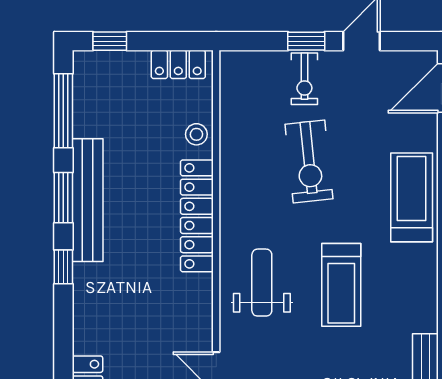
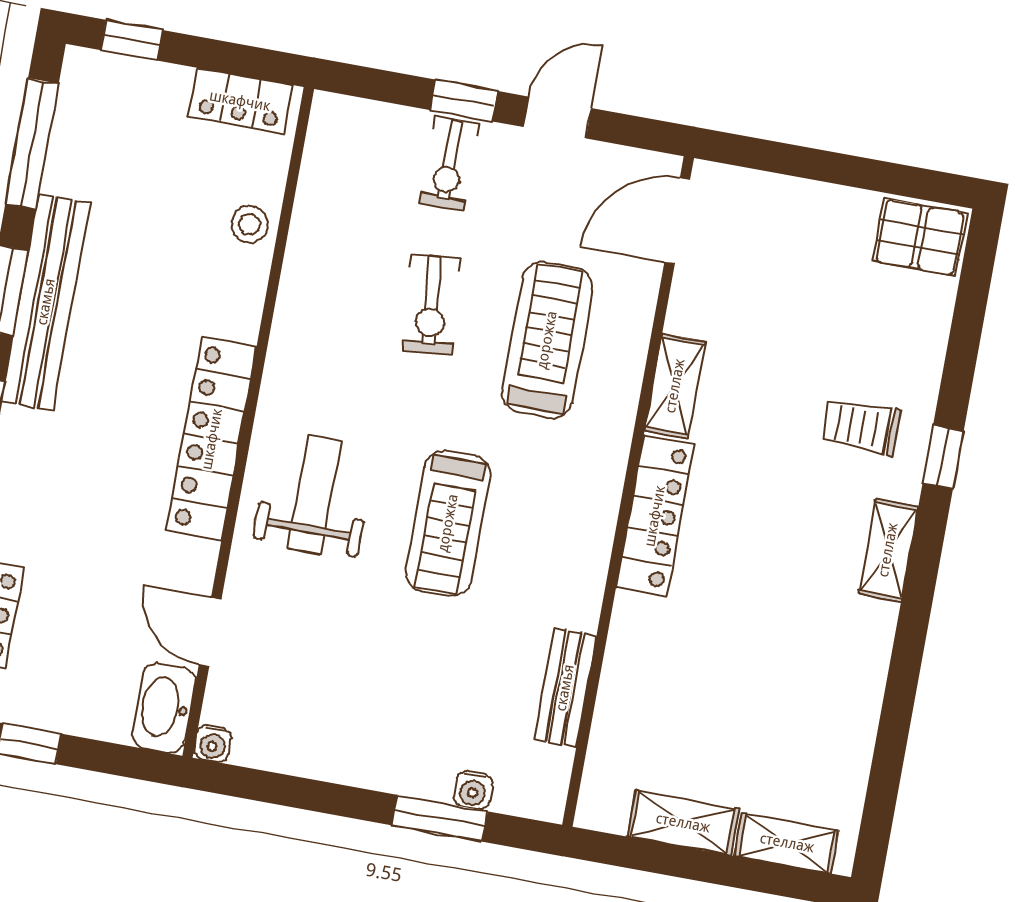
exercise bike: (309, 161) -> (431, 305), width x0.73, depth x0.72
treadmill: (412, 197) -> (547, 340), moved
locker: (197, 216) -> (212, 439), moved

